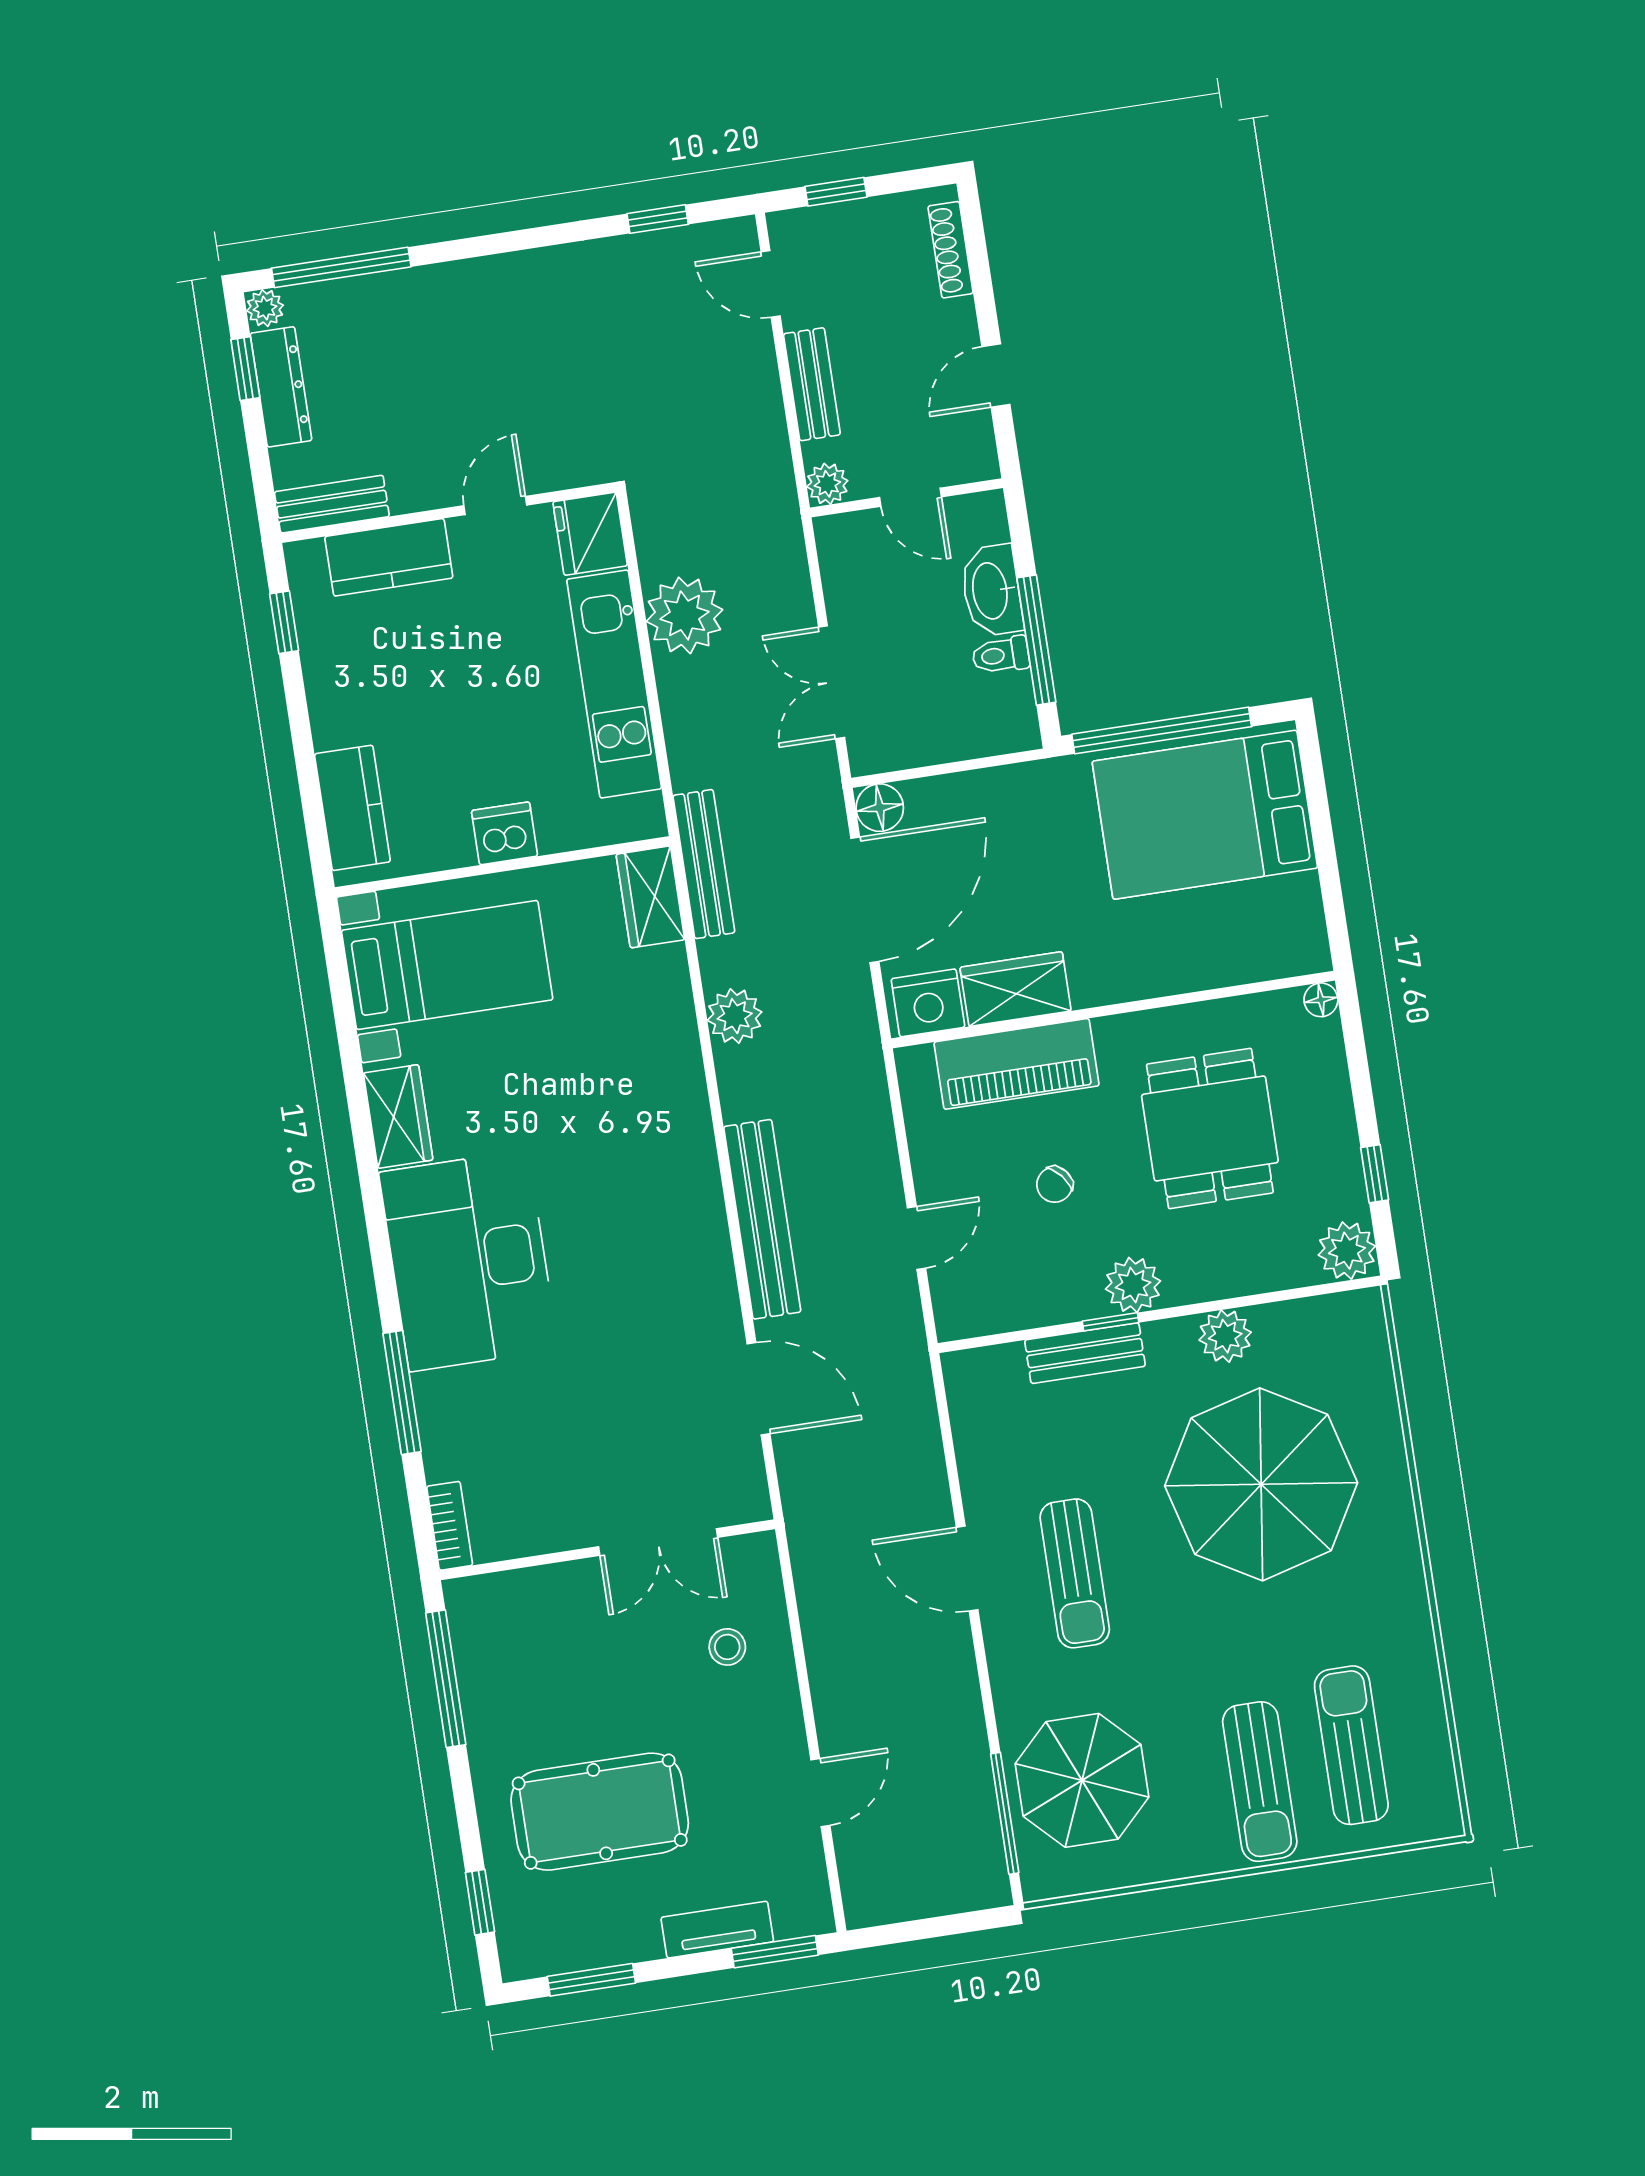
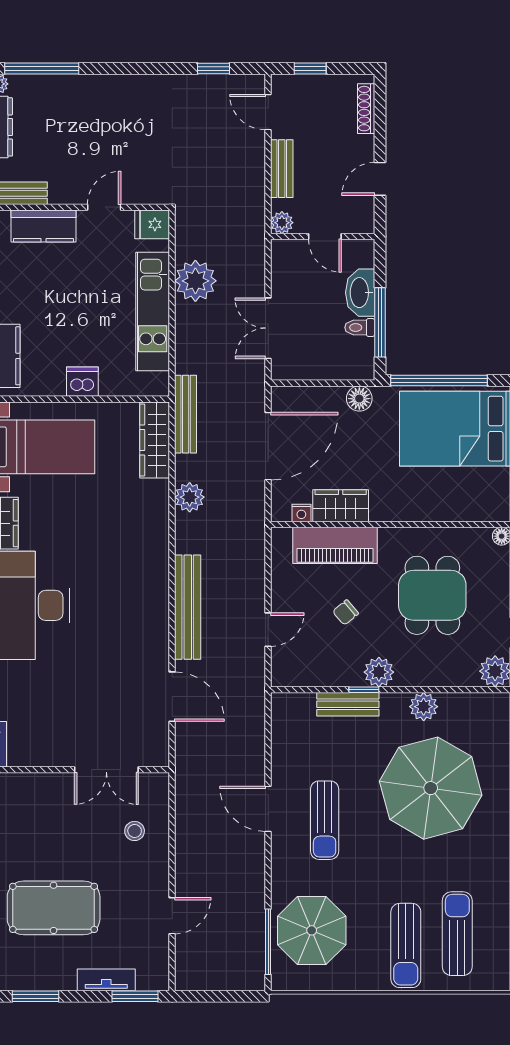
fridge: (590, 534) -> (152, 224), width x0.72
floor lamp: (880, 808) -> (359, 399), moved
wardrobe: (650, 897) -> (155, 440), width x1.50
nightstand: (928, 1003) -> (301, 513), width x0.53, depth x0.56

